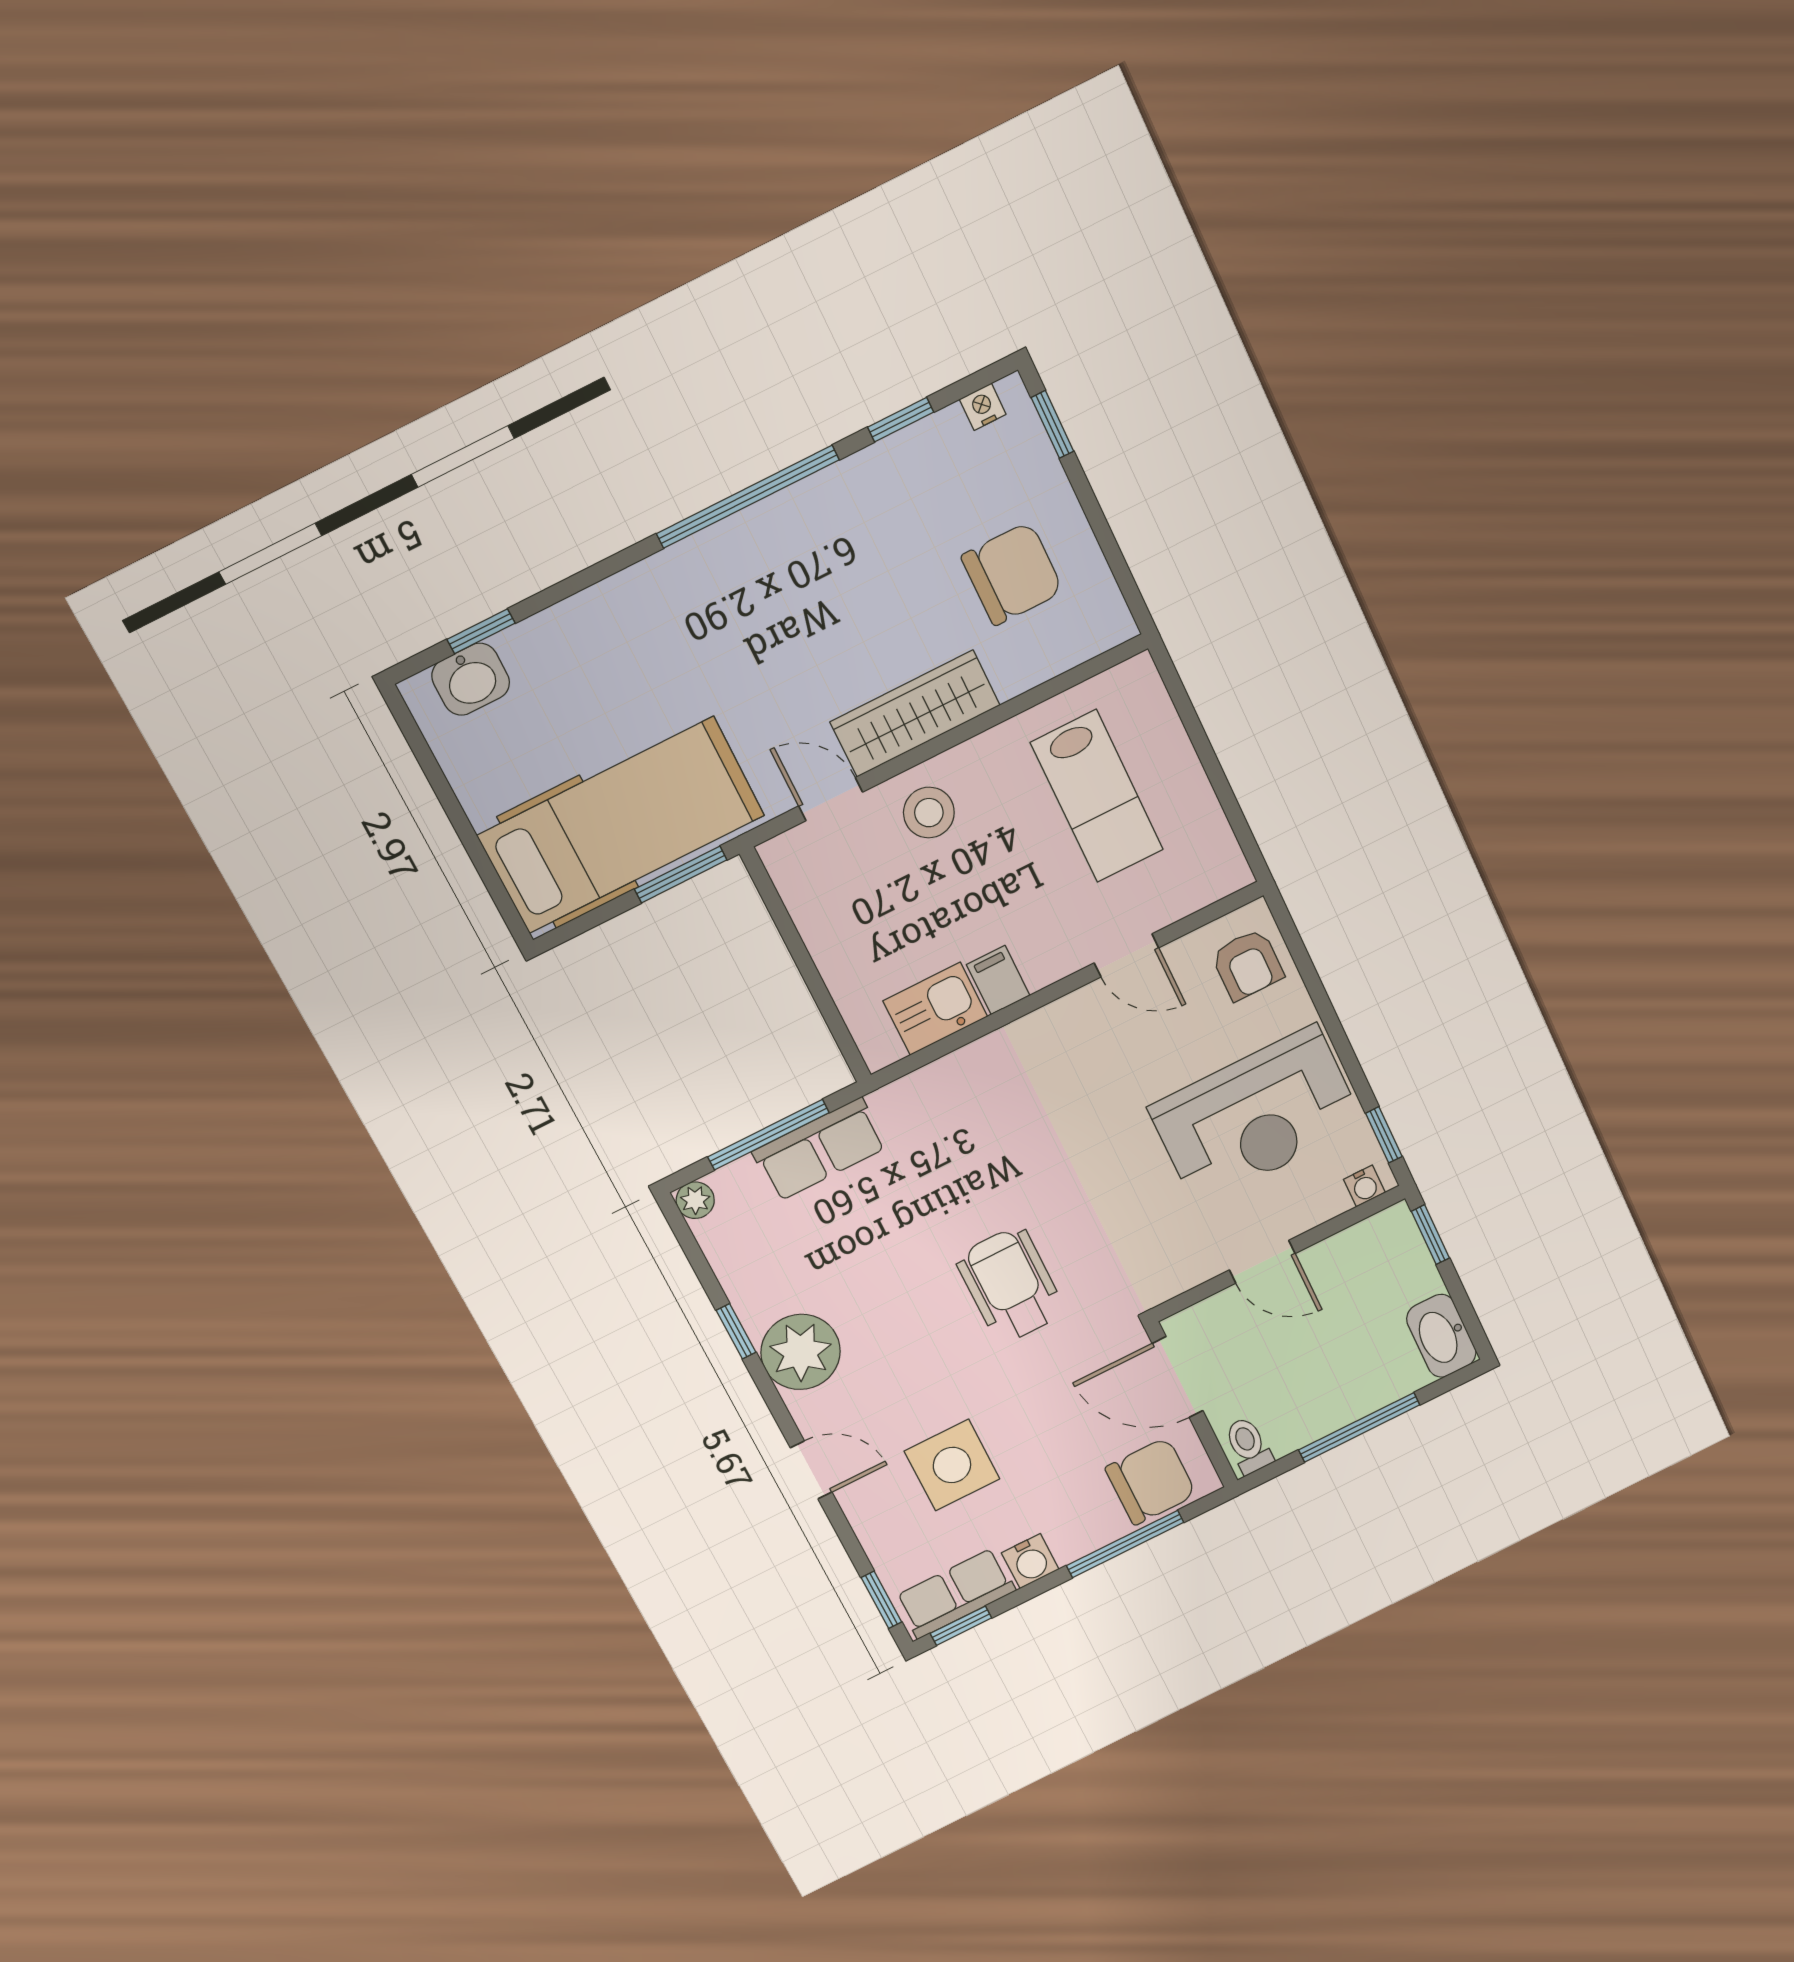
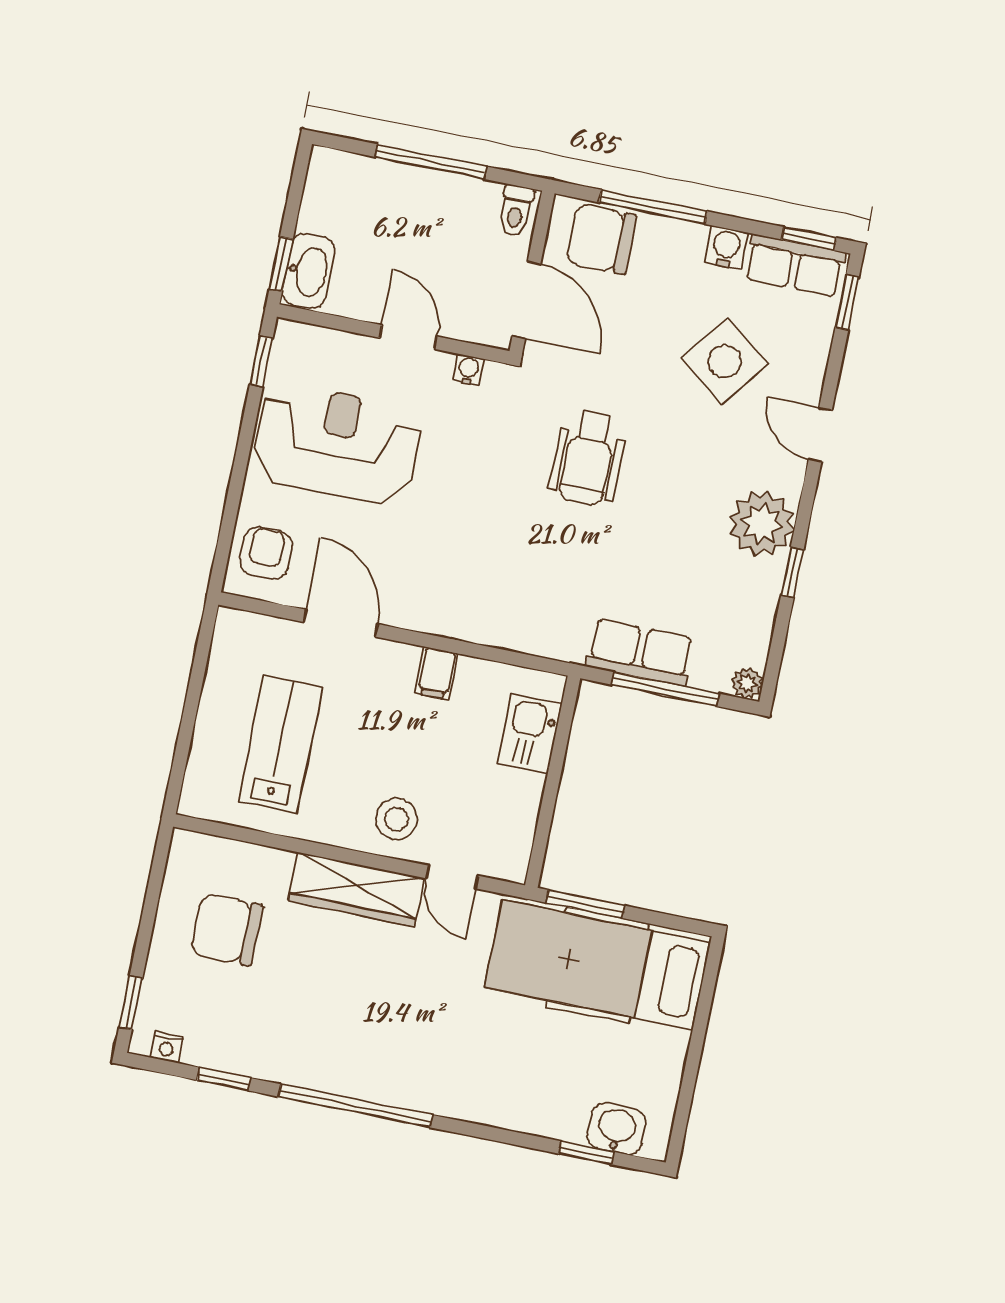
door: (1126, 955) -> (341, 623), width x1.37
kitchen sink: (935, 1009) -> (530, 733), moved, turned 90
water cooler: (1364, 1186) -> (468, 370), moved
washbasin: (1441, 1336) -> (308, 271), moved
side table: (952, 1465) -> (725, 361), turned 37

